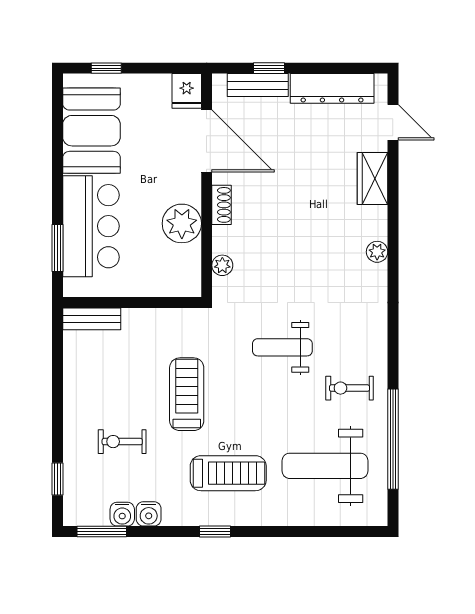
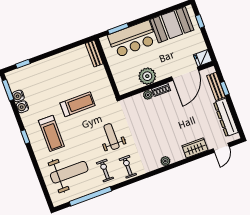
plant: (222, 265) -> (148, 95), moved
exercise bike: (122, 442) -> (128, 167), moved
weight bench: (325, 466) -> (69, 172), turned 90

